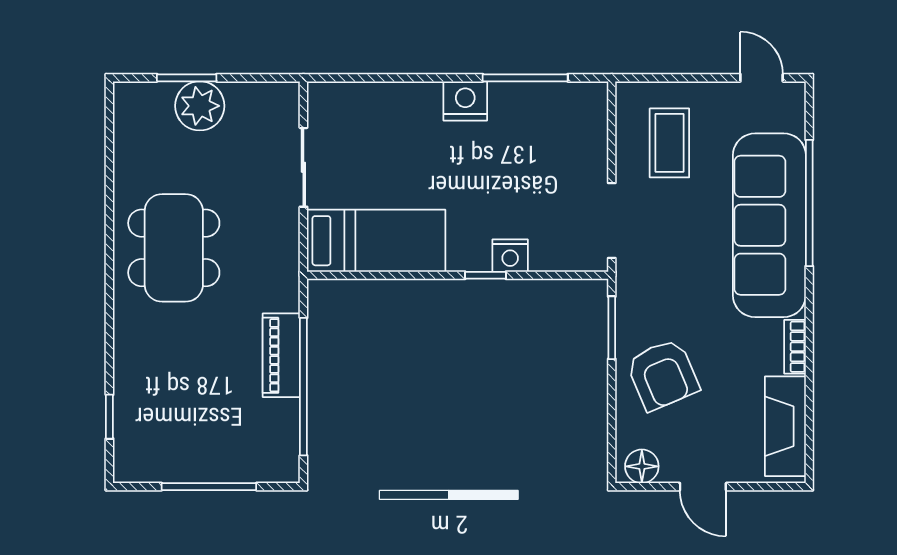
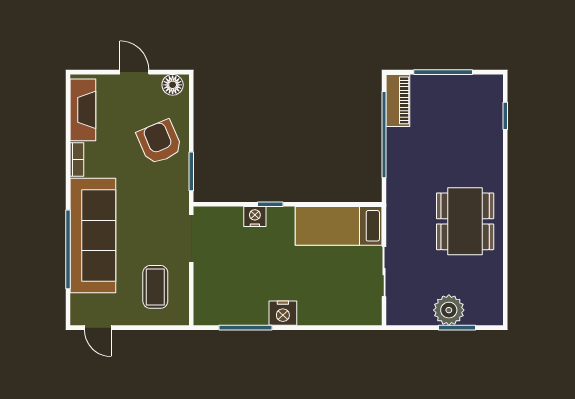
piano: (281, 355) -> (398, 100), moved

